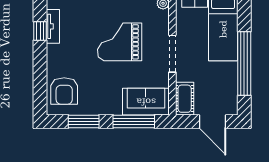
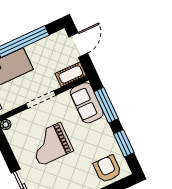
grand piano: (120, 42) -> (50, 144), turned 90
armchair: (64, 91) -> (107, 169), turned -90

